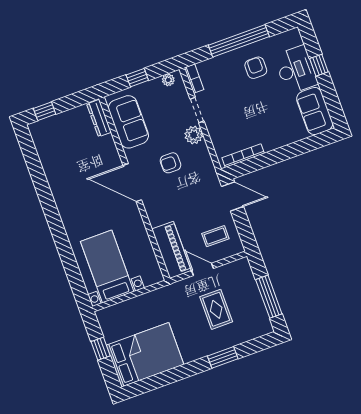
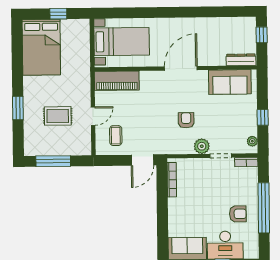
dresser: (99, 118) -> (241, 60), moved
sofa: (128, 122) -> (230, 82), moved
door: (132, 183) -> (181, 68), moved
wall: (134, 189) -> (176, 68), moved
piano: (171, 250) -> (117, 81), moved

